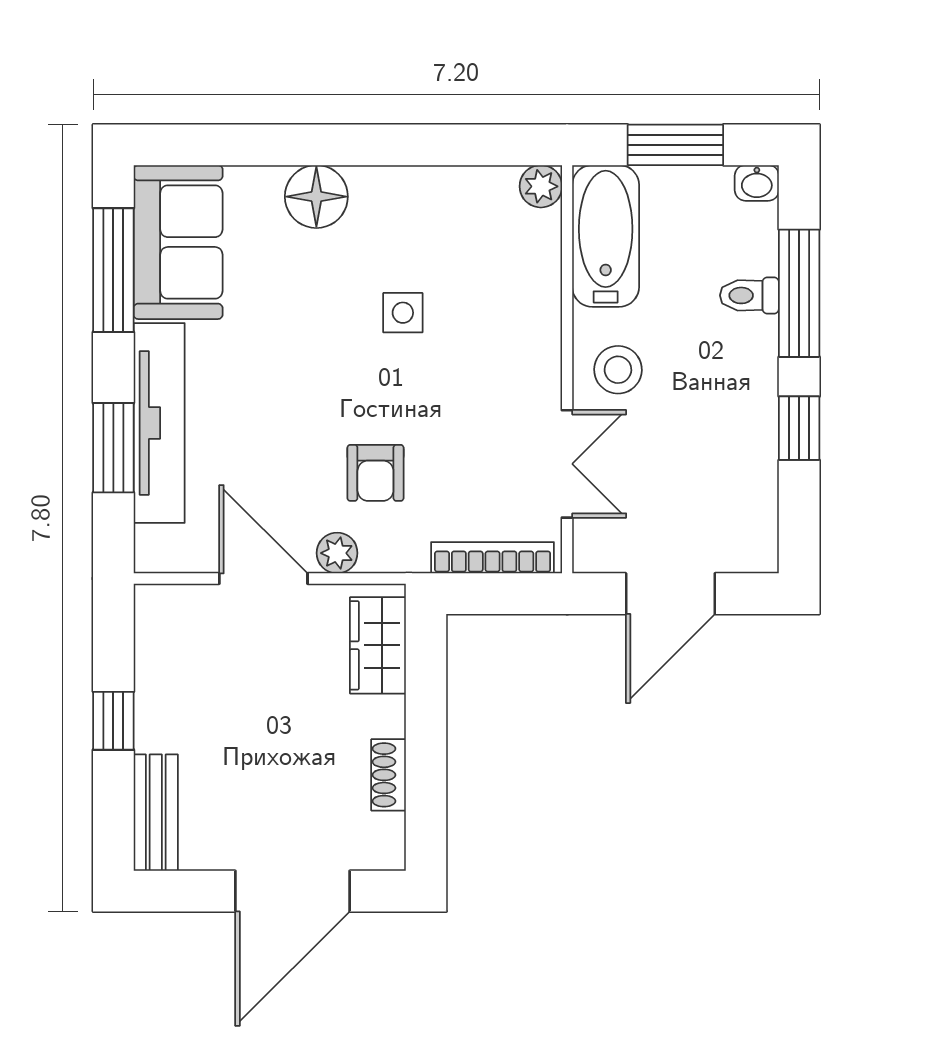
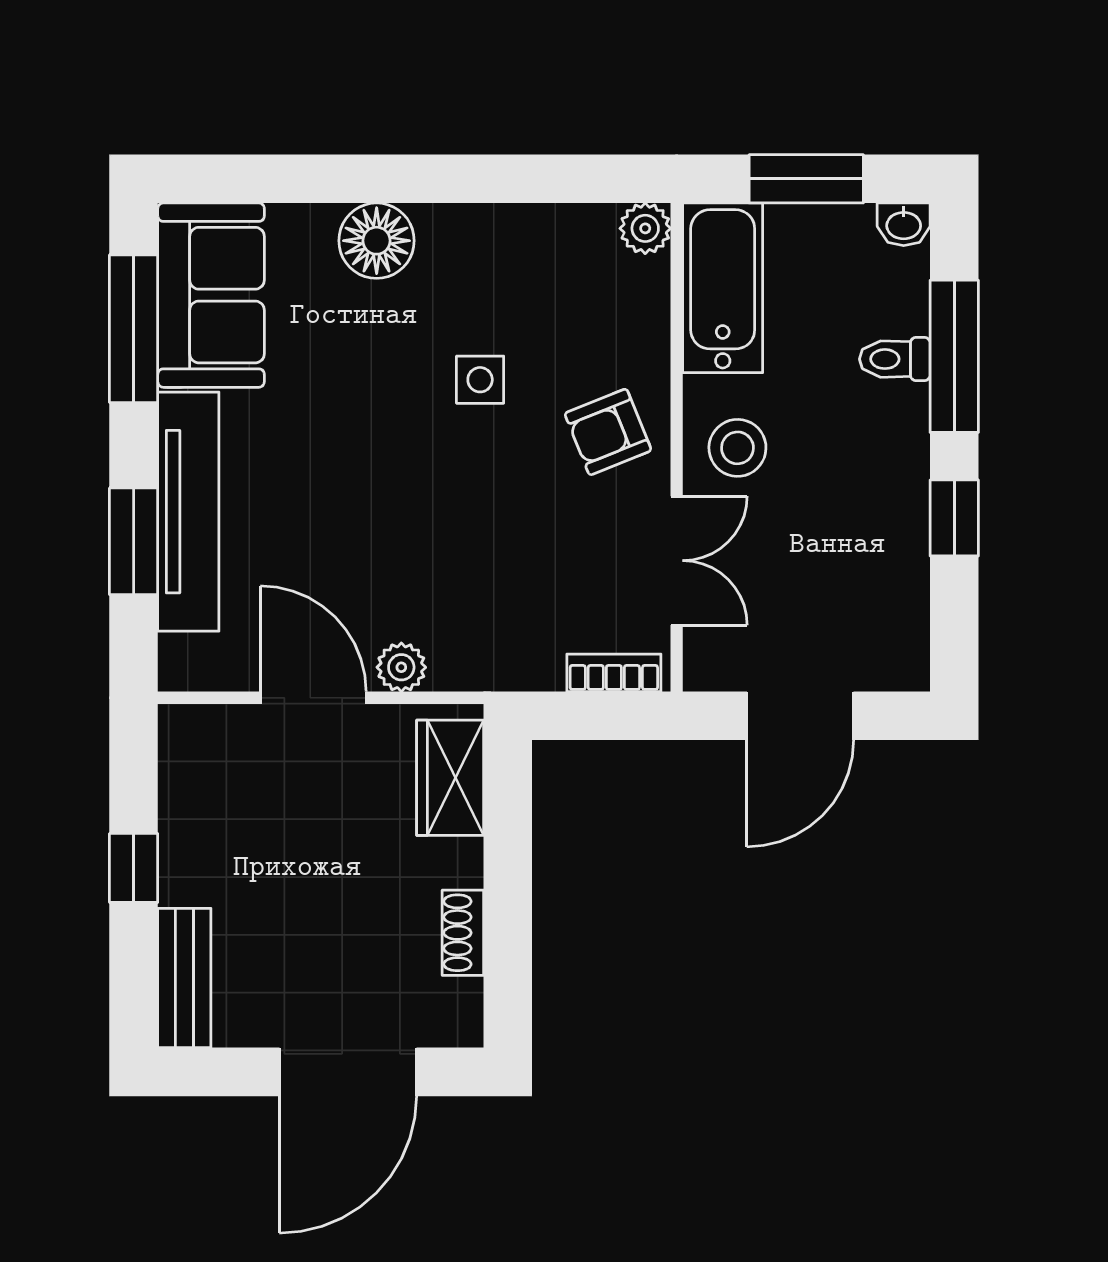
armchair: (375, 473) -> (608, 432), moved, turned 68
bookcase: (493, 558) -> (614, 673), width x0.64

